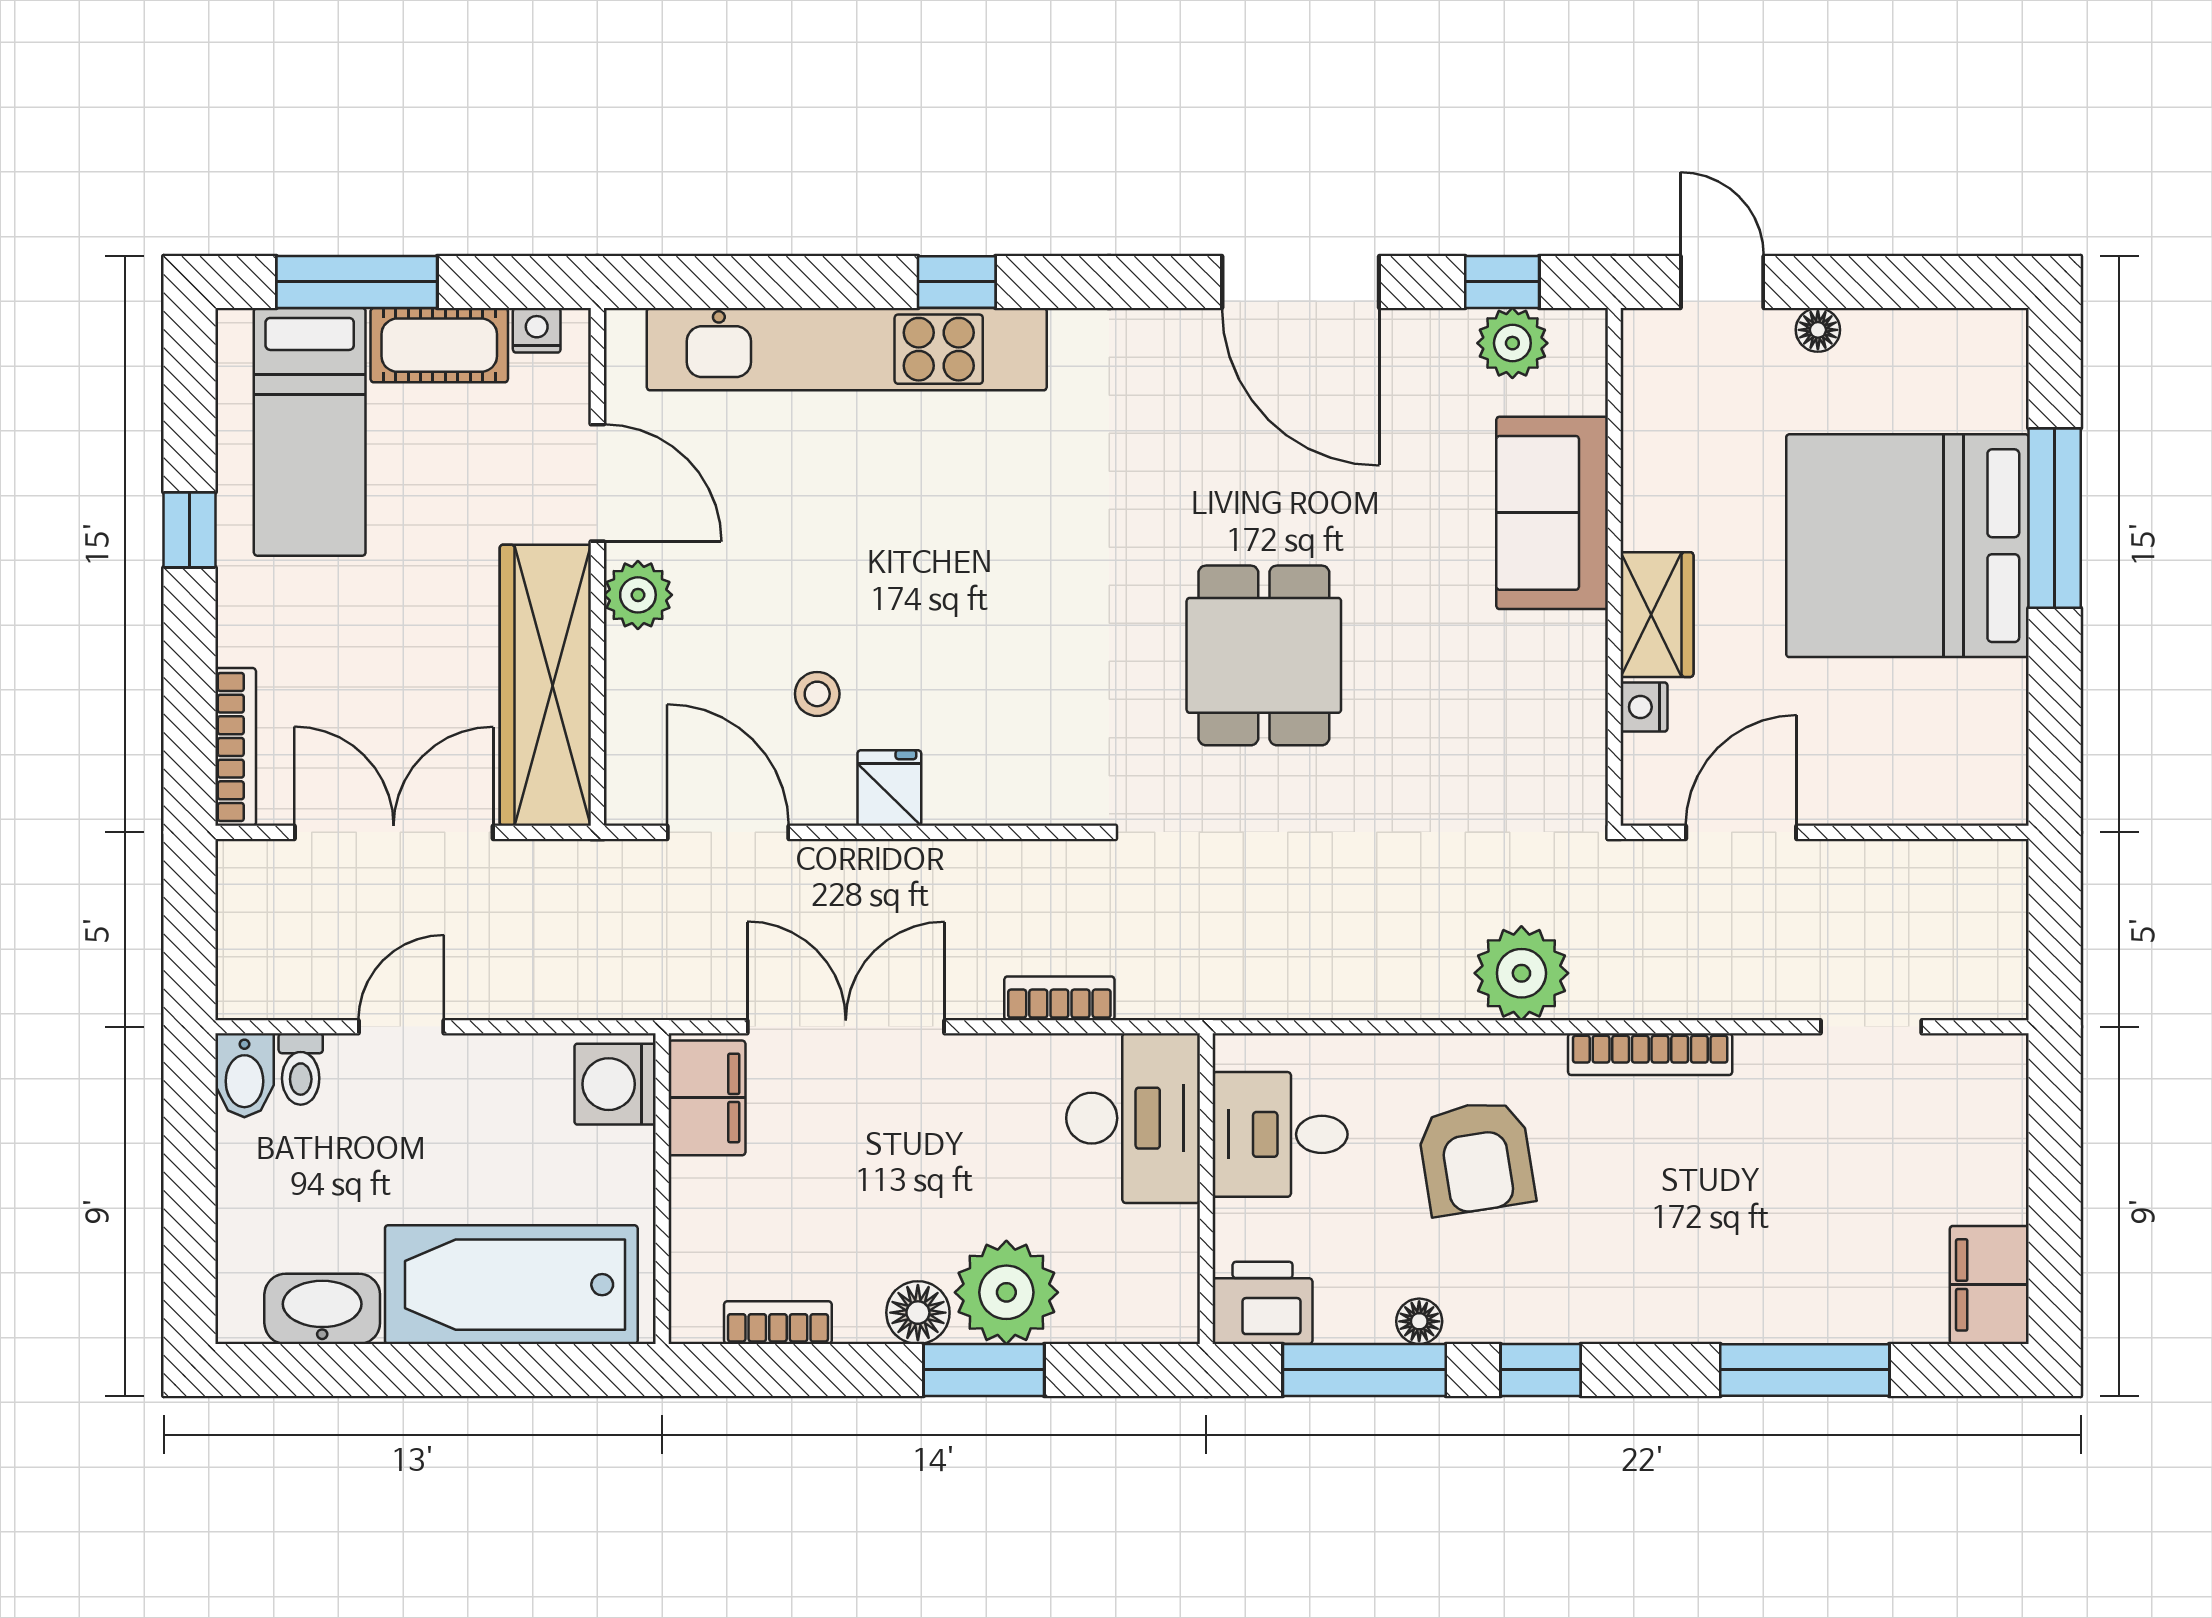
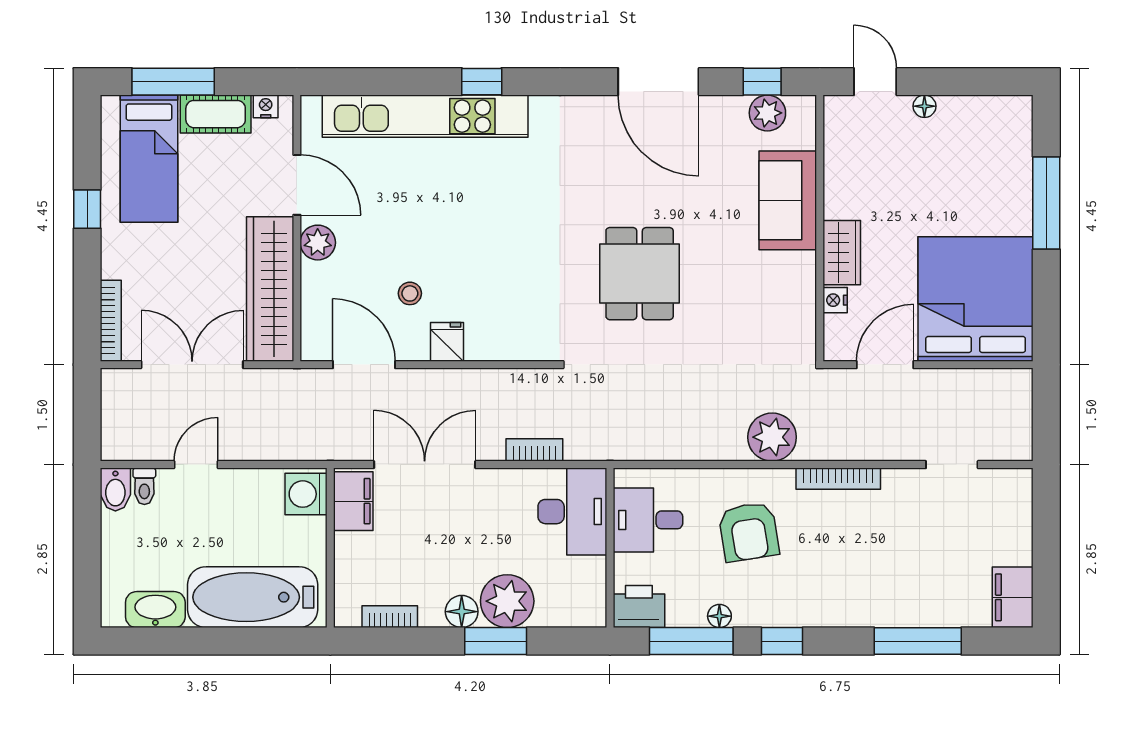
bed: (1907, 546) -> (976, 299), moved, turned 90

